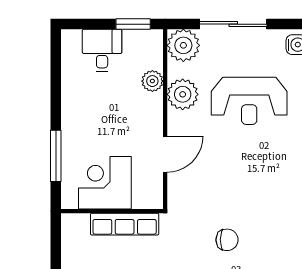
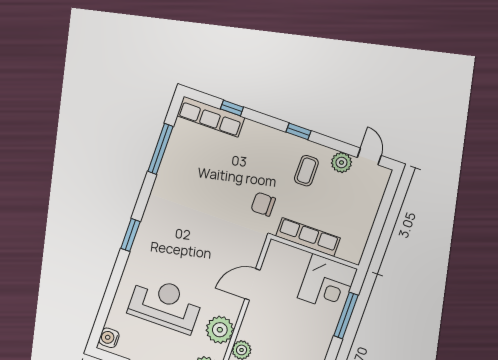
corner desk: (105, 183) -> (327, 283), moved
chair: (227, 240) -> (263, 204), moved

